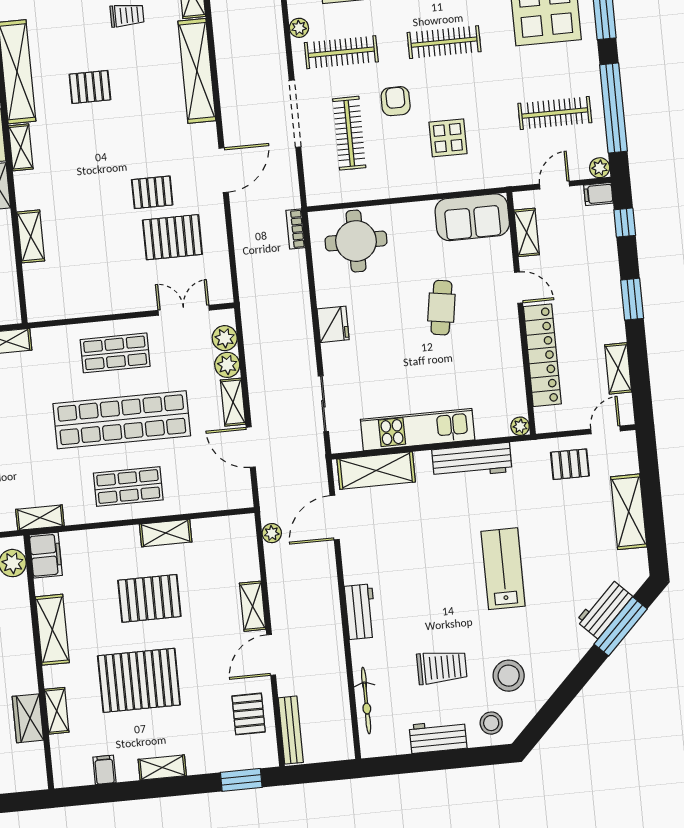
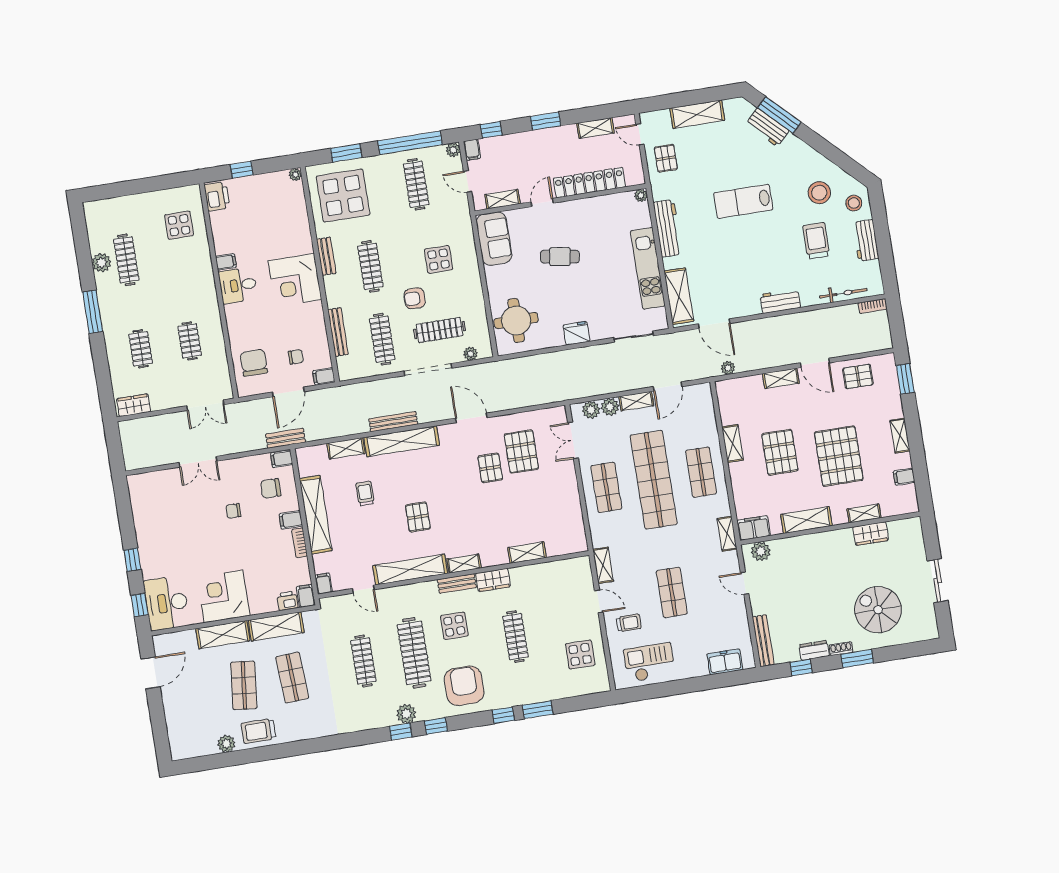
plant: (299, 28) -> (470, 354), moved
bookcase: (296, 229) -> (873, 306), moved
bench: (291, 730) -> (393, 422), moved

